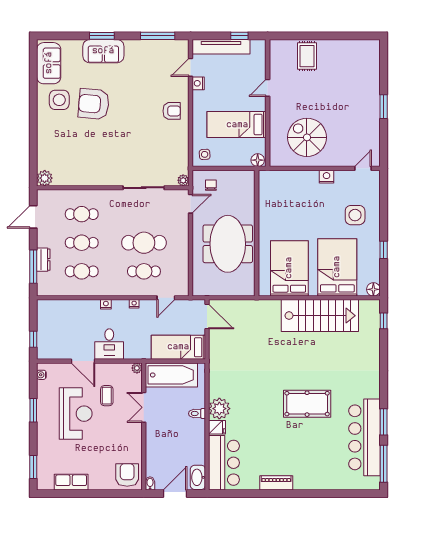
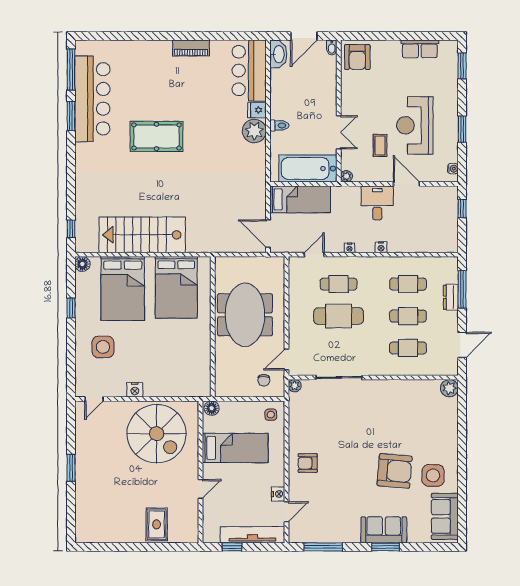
spiral stairs: (307, 137) -> (157, 434), width x1.37, depth x1.37

